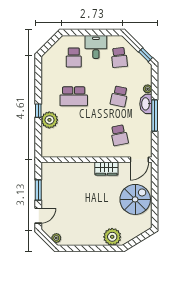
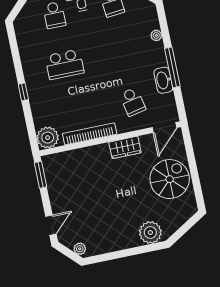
school desk: (119, 96) -> (122, 52), removed
washbasin: (146, 104) -> (163, 80), moved
plant: (49, 120) -> (48, 138), moved
bookcase: (82, 153) -> (90, 134), added
window: (38, 190) -> (41, 175), moved

